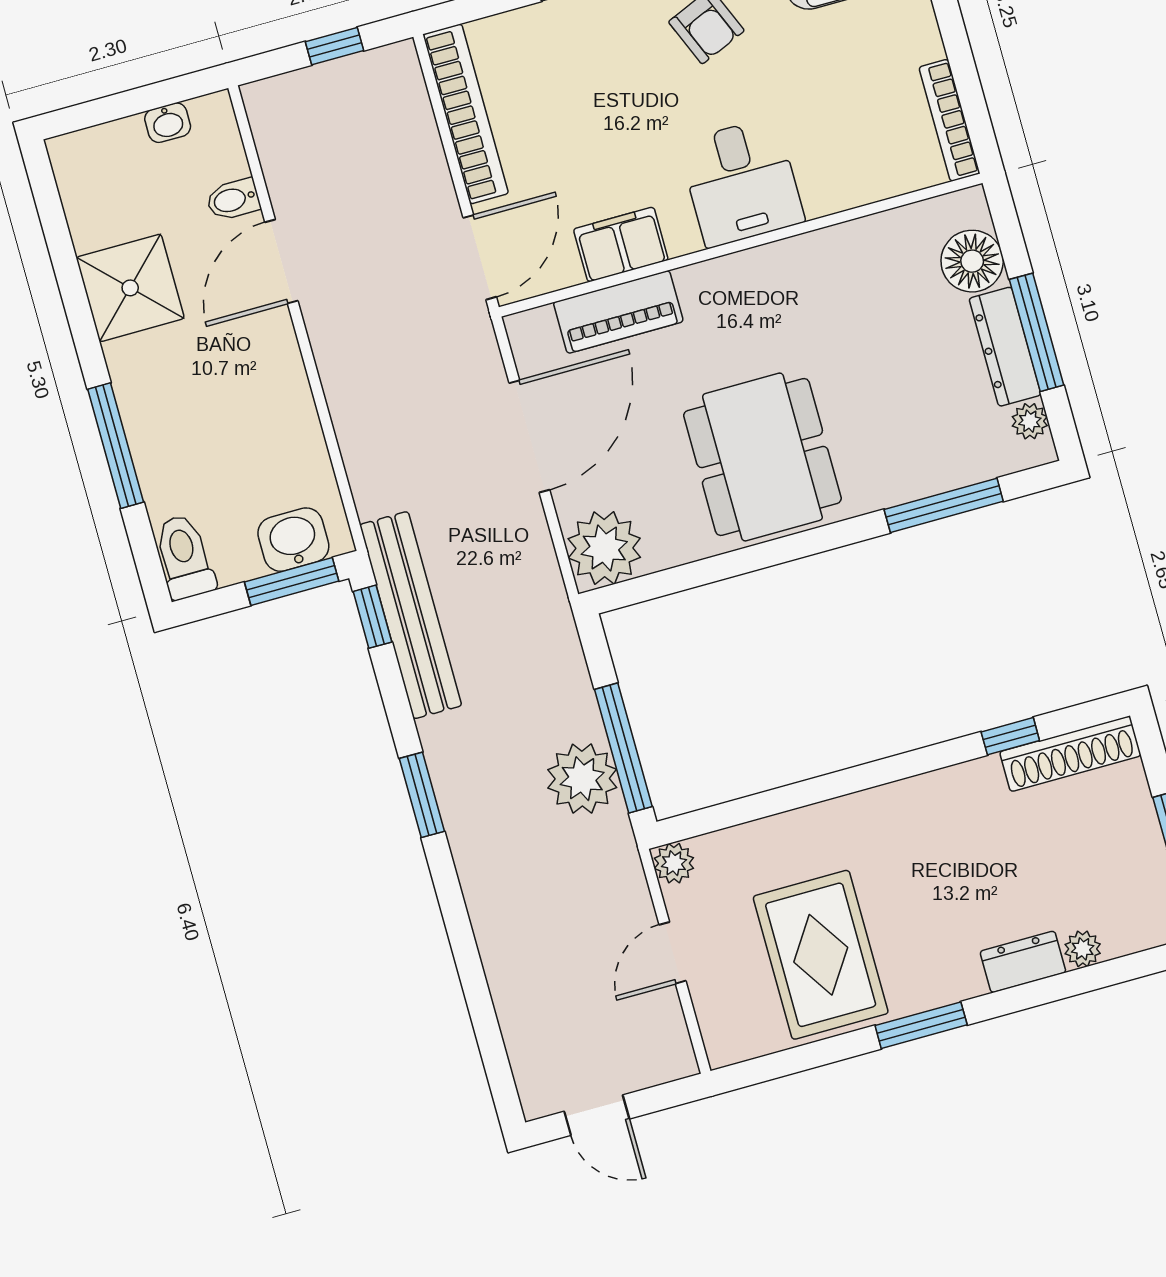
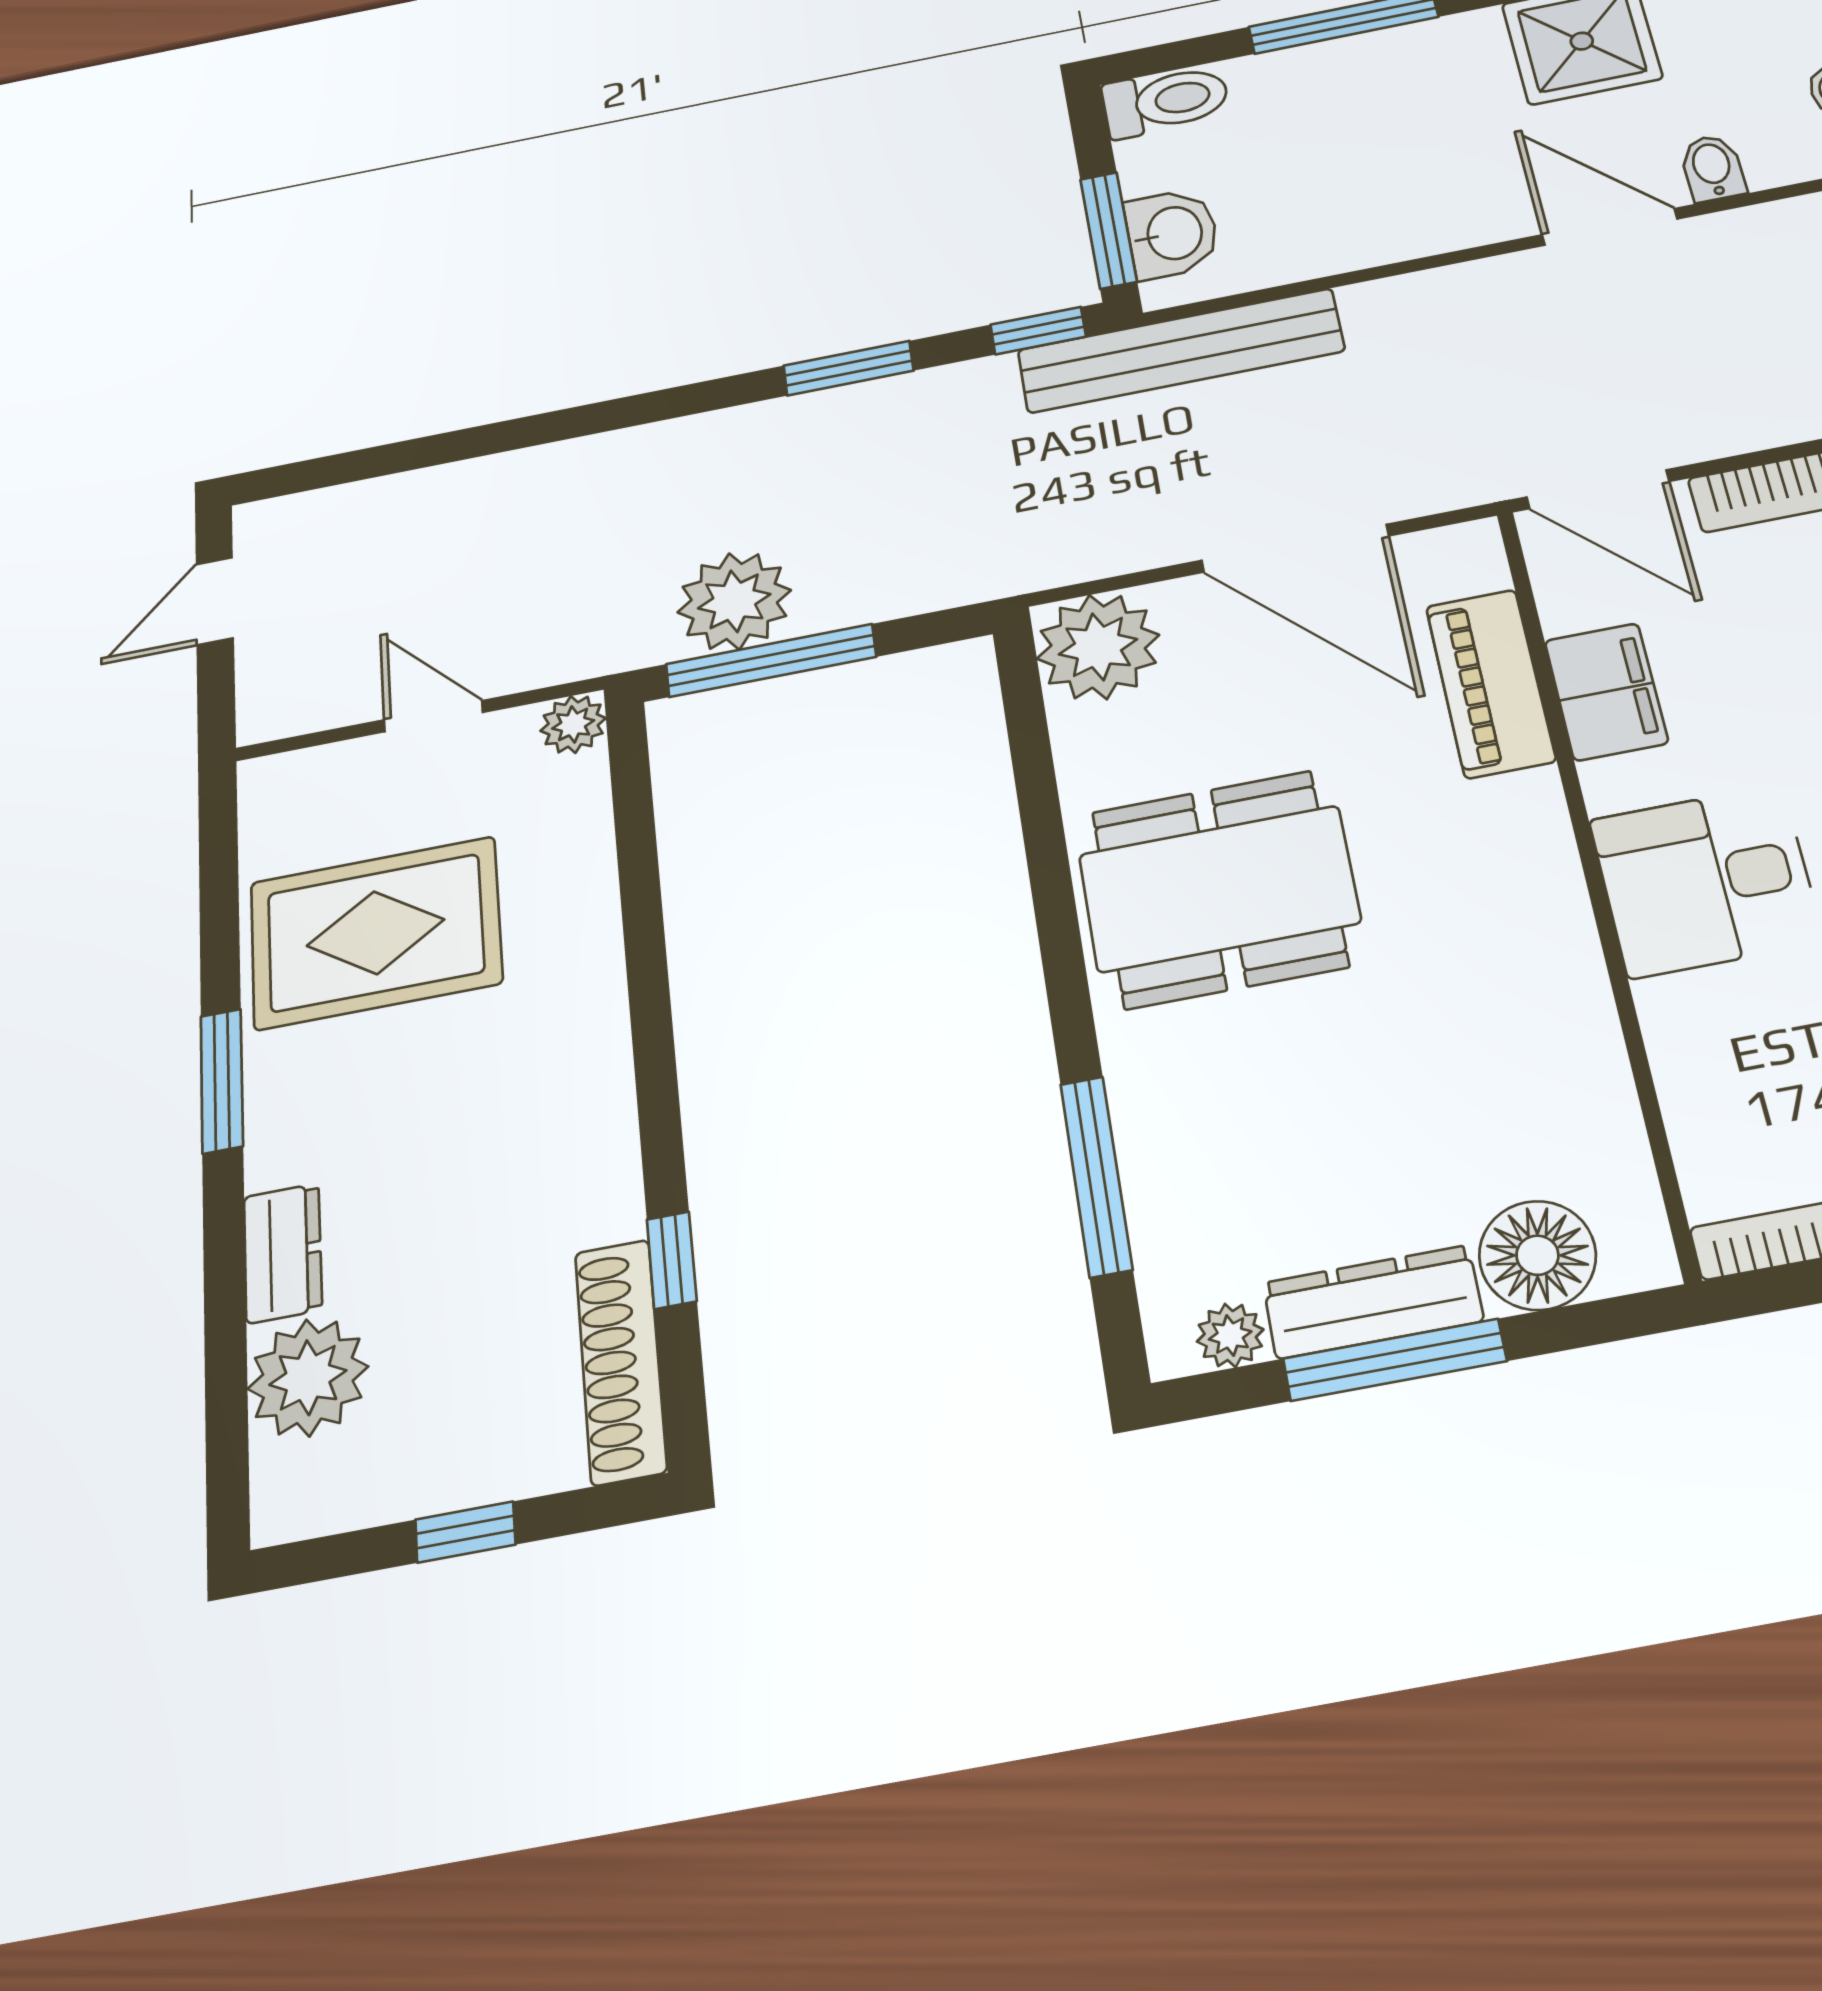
bench: (411, 615) -> (1180, 351), moved
window: (422, 795) -> (848, 368), moved
plant: (1083, 949) -> (308, 1378), width x1.88, depth x1.88

